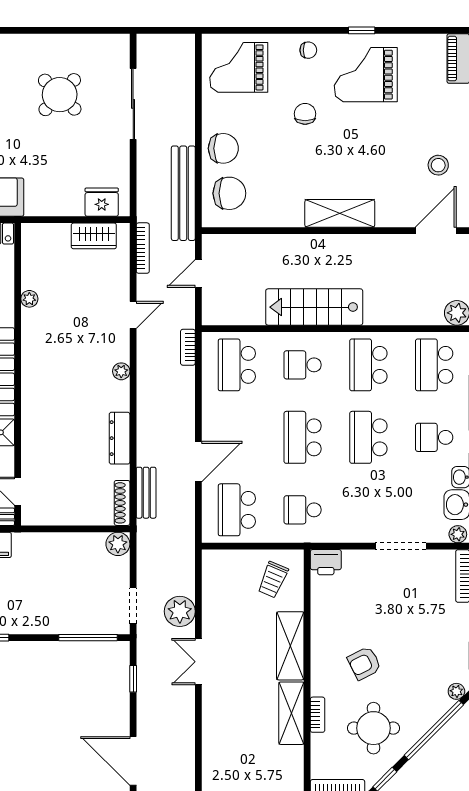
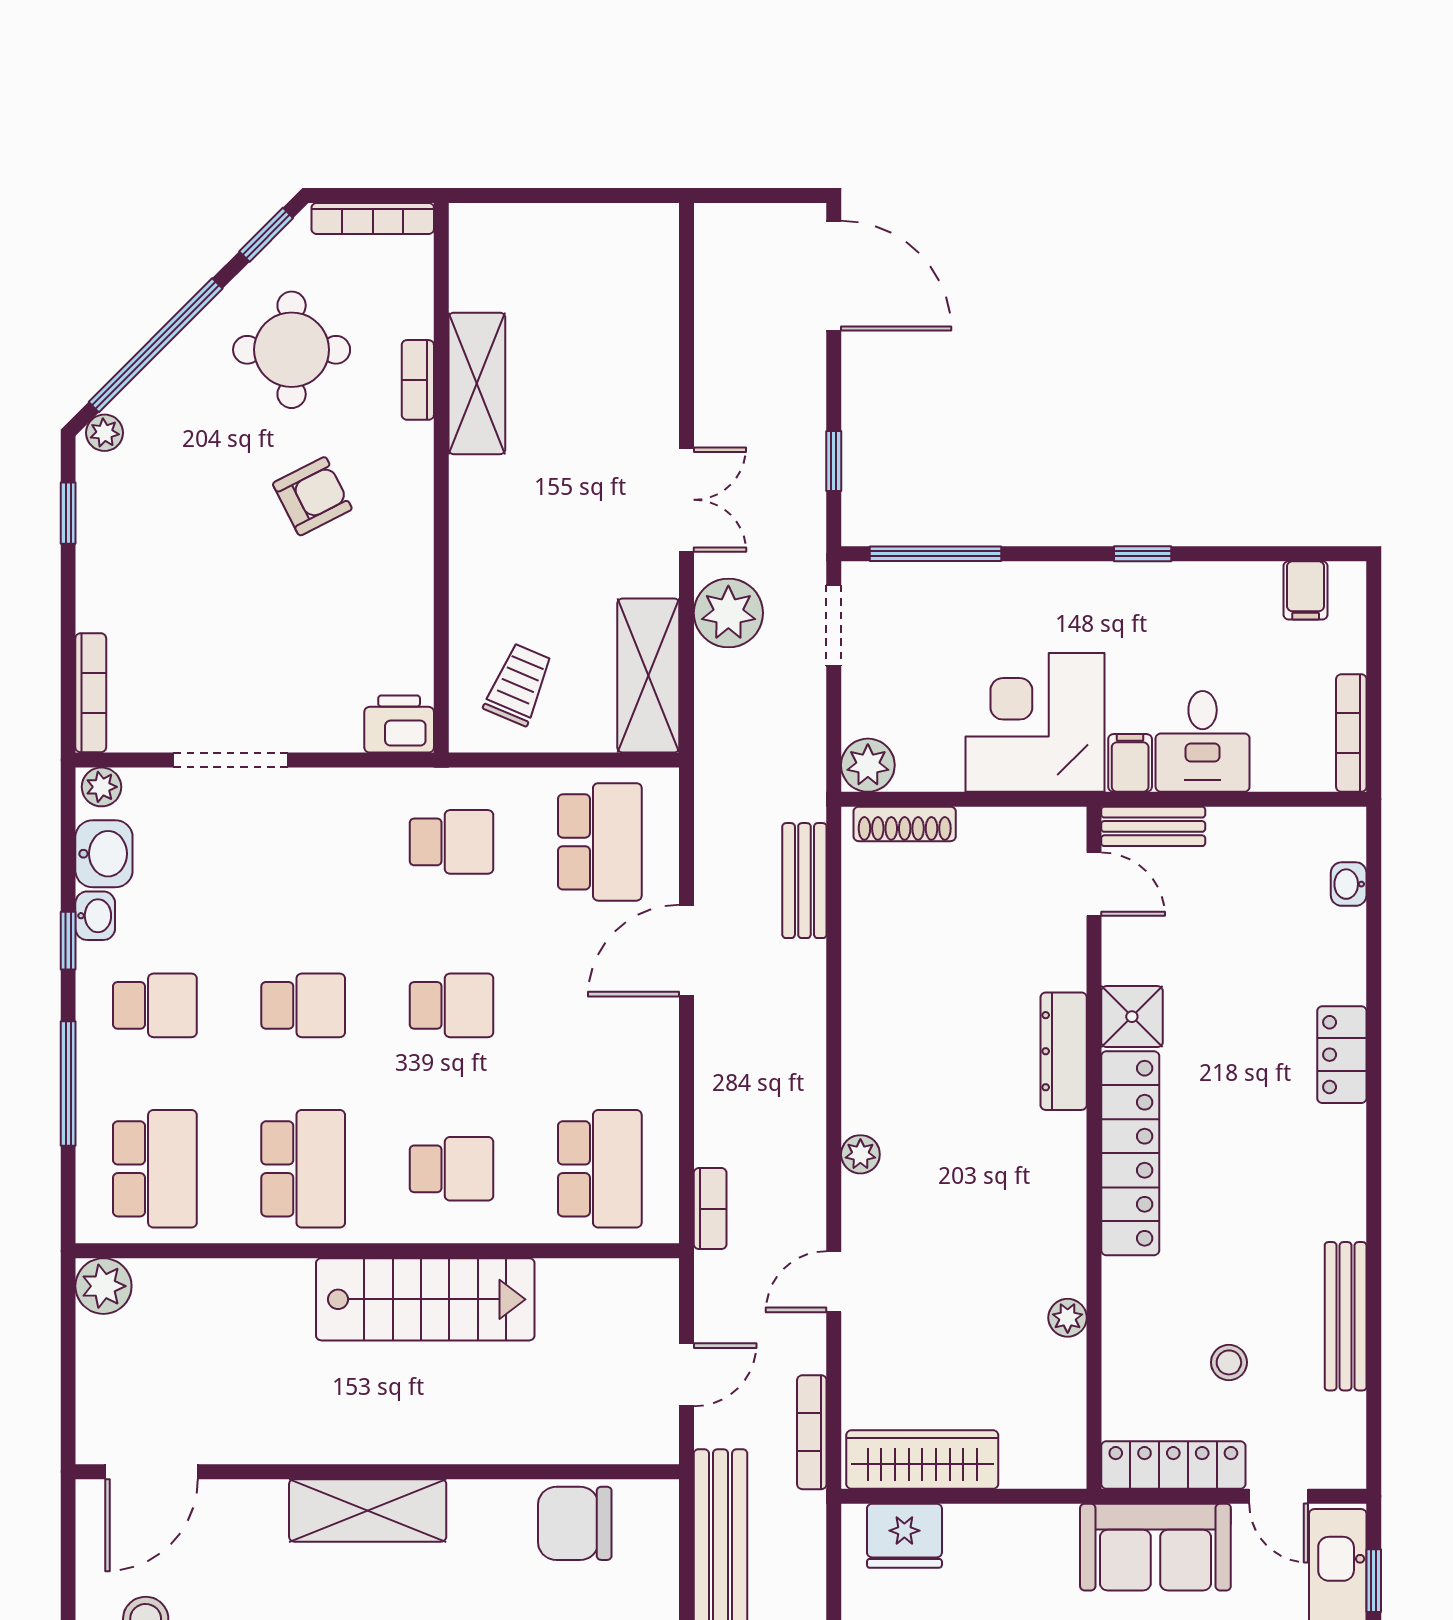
chair: (229, 193) -> (575, 1523), moved
wardrobe: (94, 236) -> (922, 1460), width x1.50
school desk: (303, 437) -> (451, 1005), width x0.54
school desk: (368, 437) -> (303, 1005), width x0.54
dresser: (120, 438) -> (1064, 1051), moved, turned 180
shoe rack: (122, 503) -> (905, 824), moved, turned 90
corner desk: (44, 563) -> (1035, 722), added
shelving: (290, 646) -> (648, 675), moved

